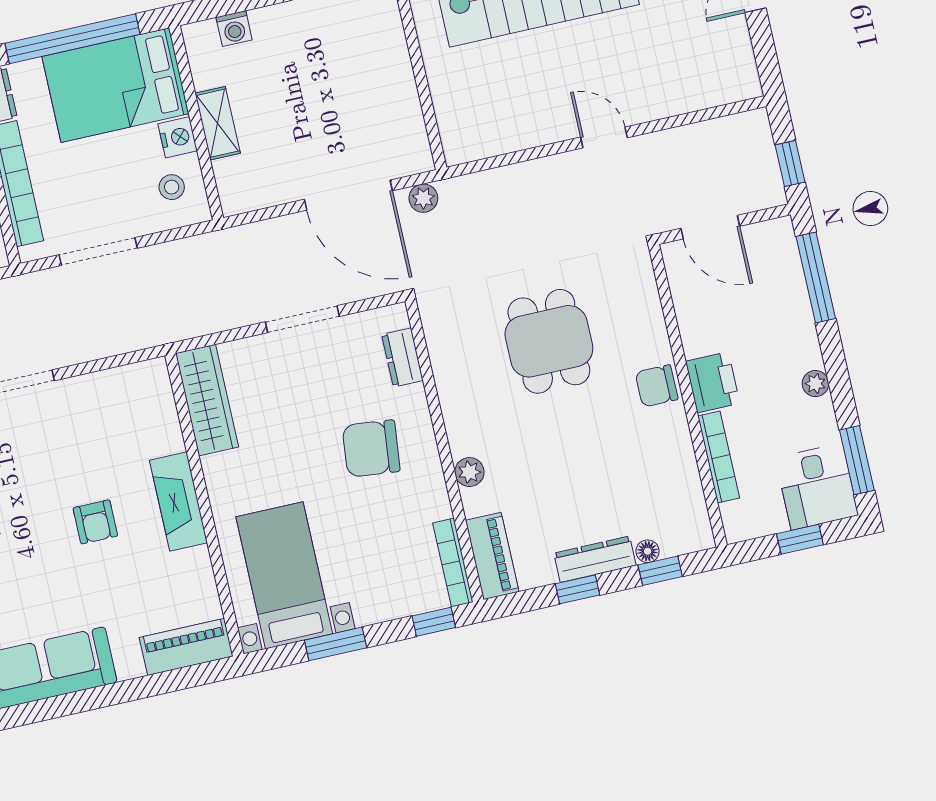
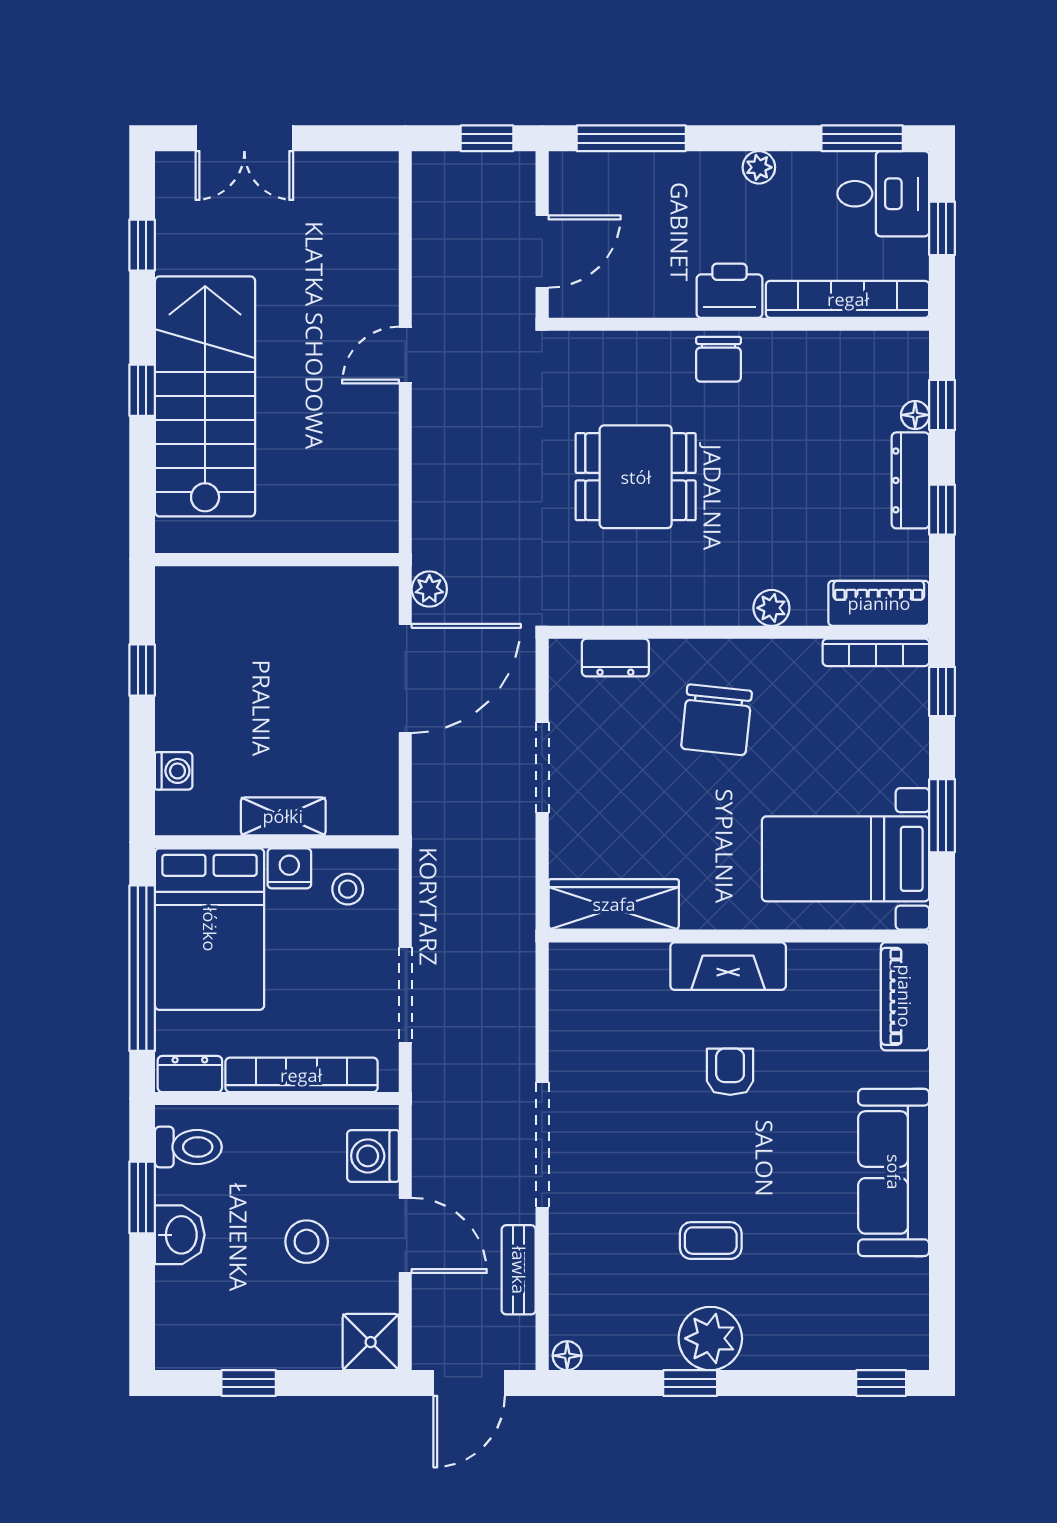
bookcase: (719, 457) -> (848, 299), width x1.48, depth x1.31
armchair: (95, 522) -> (730, 1072), turned -90

